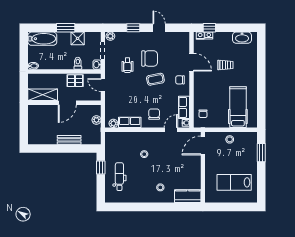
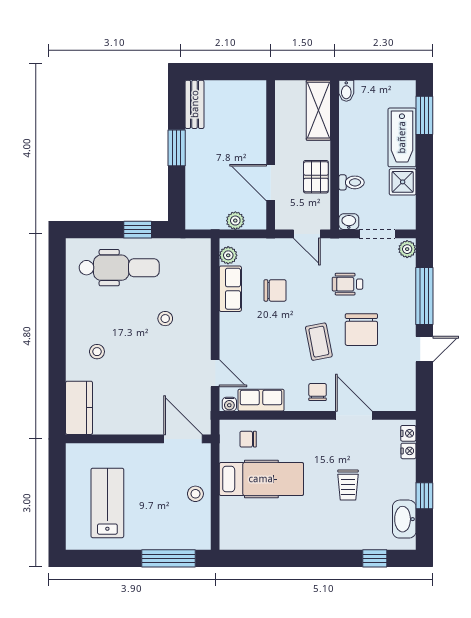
window: (66, 28) -> (424, 115), moved
window: (133, 28) -> (424, 296), width x2.17
window: (209, 28) -> (424, 496), moved
bathtub: (42, 39) -> (402, 137), moved
window: (261, 52) -> (375, 558), added
door: (191, 62) -> (354, 415), swing flipped
door: (103, 85) -> (307, 234), swing flipped
shelving: (43, 95) -> (318, 110), moved
door: (67, 103) -> (271, 183), moved
hospital bed: (238, 107) -> (261, 479), moved
chair: (154, 114) -> (275, 290), moved
bench: (69, 140) -> (195, 104), moved
window: (61, 149) -> (177, 148), added
window: (261, 153) -> (168, 558), width x1.44
dental chair: (119, 177) -> (119, 268), width x1.36, depth x1.38

